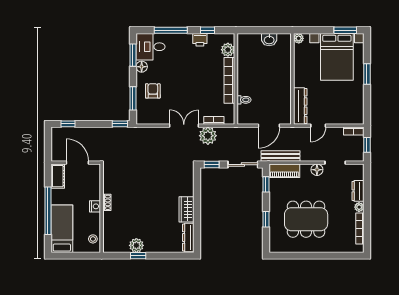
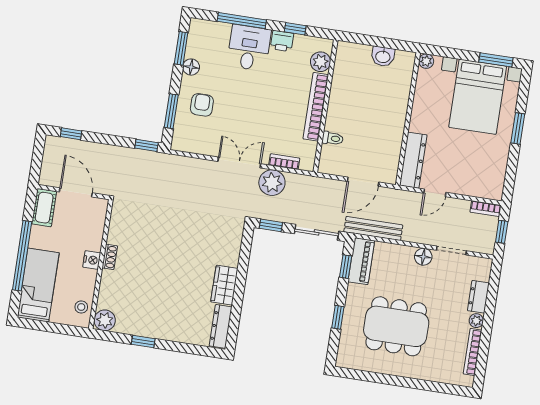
desk: (150, 47) -> (249, 48), moved, turned 90
piano: (284, 171) -> (361, 261), moved, turned -90
plant: (136, 245) -> (105, 320), moved

